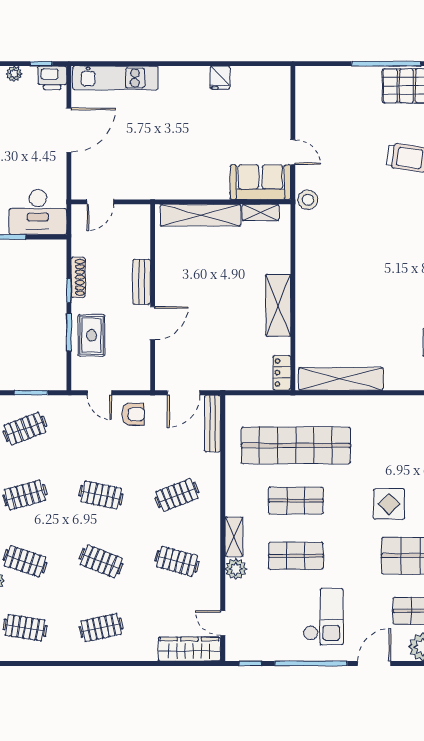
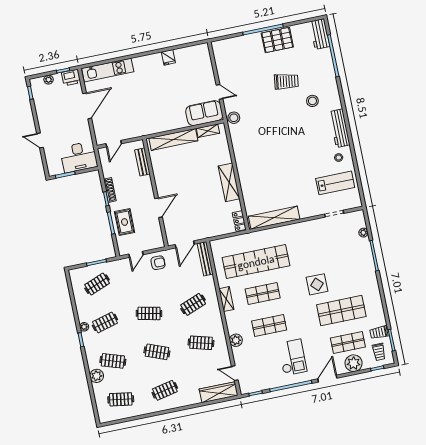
bench: (142, 282) -> (142, 162), moved
door: (99, 393) -> (136, 254), hinge flipped
shelving: (234, 537) -> (226, 299), moved

